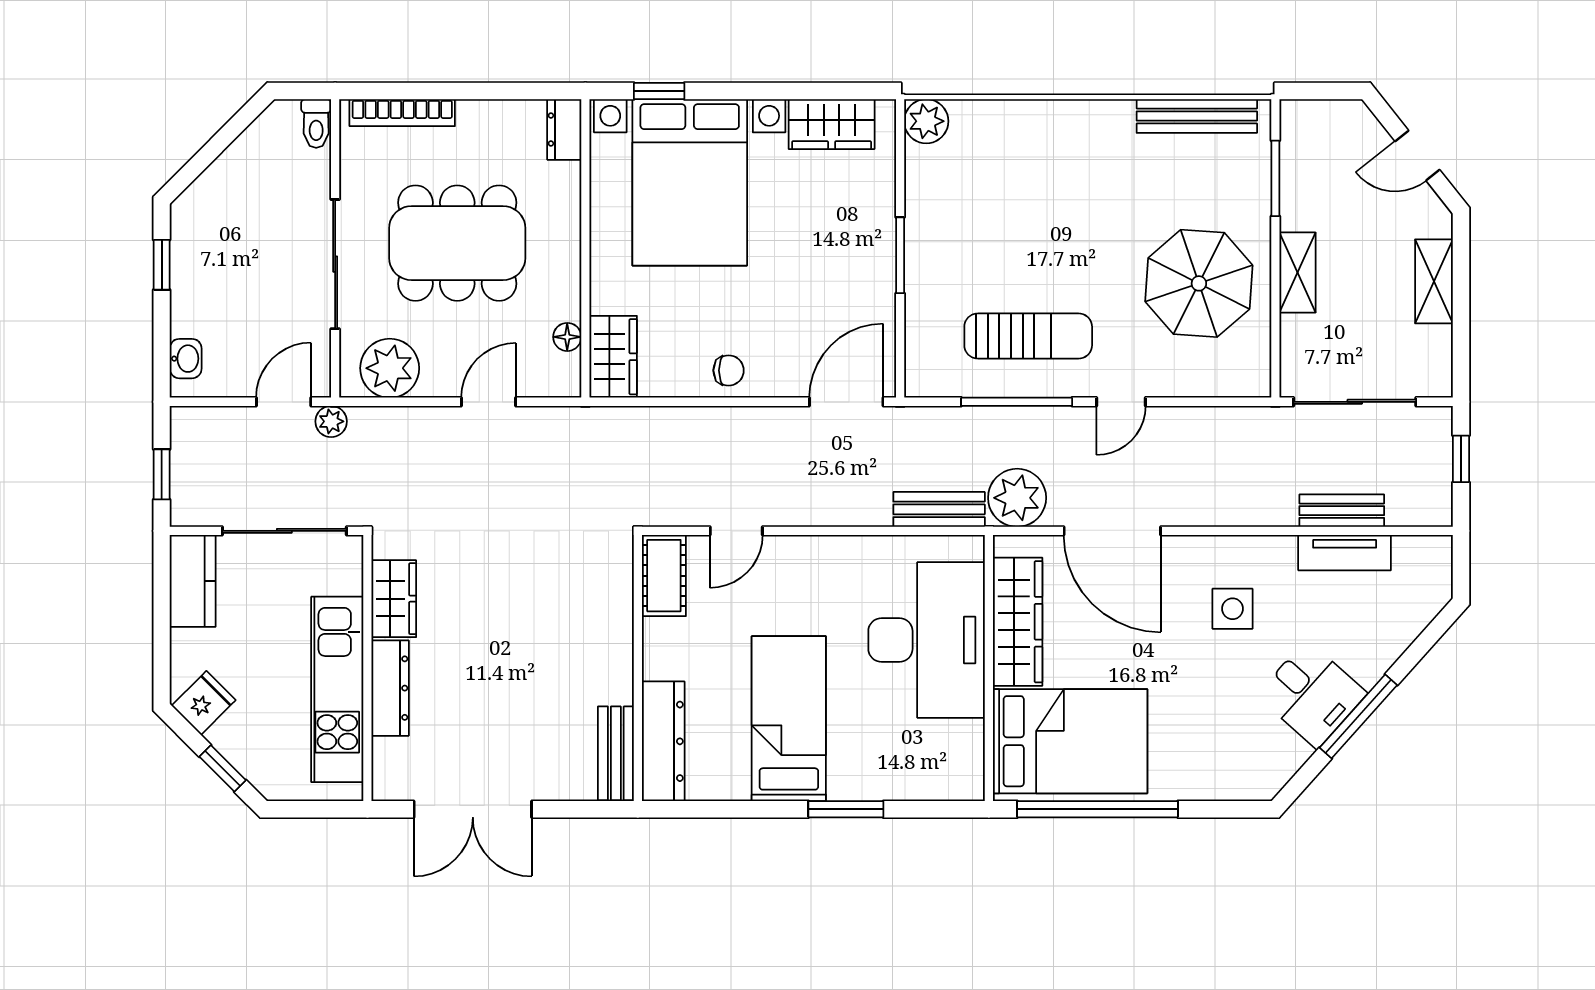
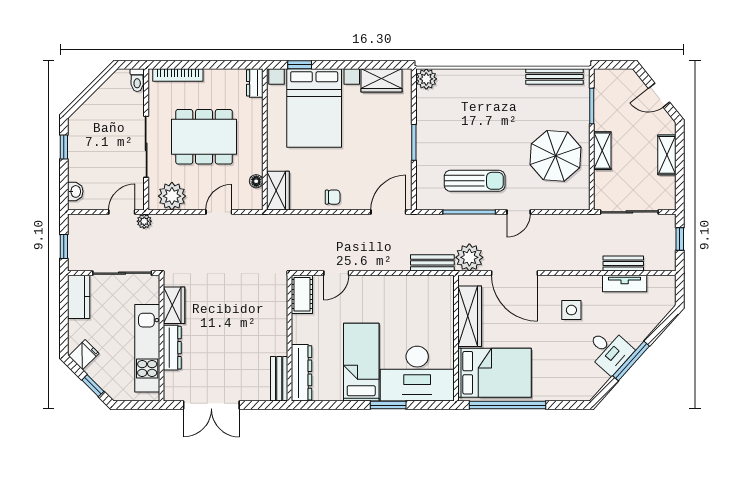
desk: (927, 640) -> (417, 374), moved, turned 90

